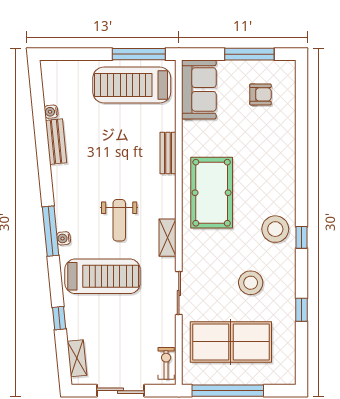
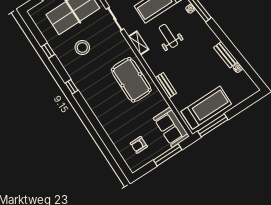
window: (249, 54) -> (168, 155), moved
stool: (275, 229) -> (87, 82), removed

